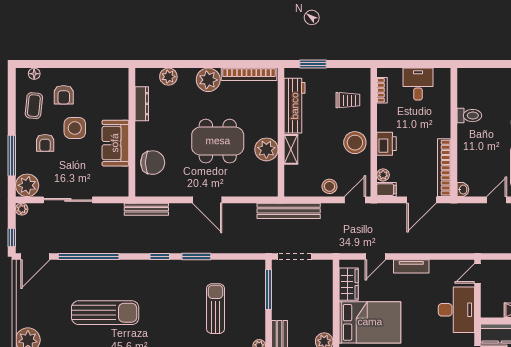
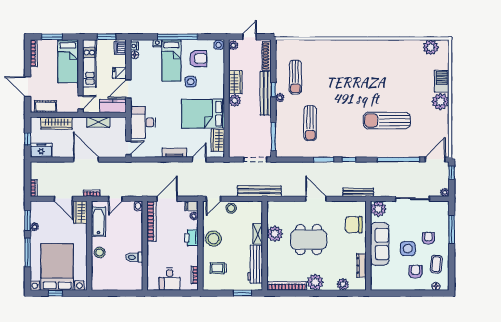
sofa: (115, 143) -> (380, 244), width x1.36
plant: (27, 185) -> (378, 209), moved

